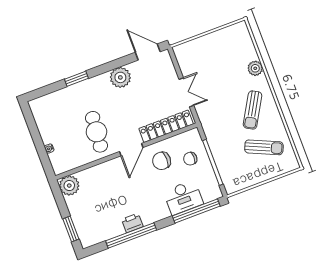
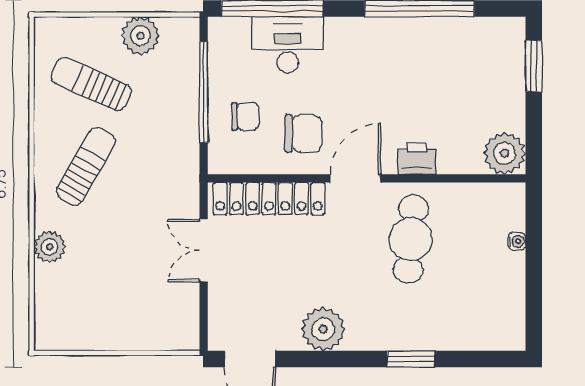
plant: (250, 177) -> (140, 36), added
printer: (132, 223) -> (417, 159), moved, turned 180

